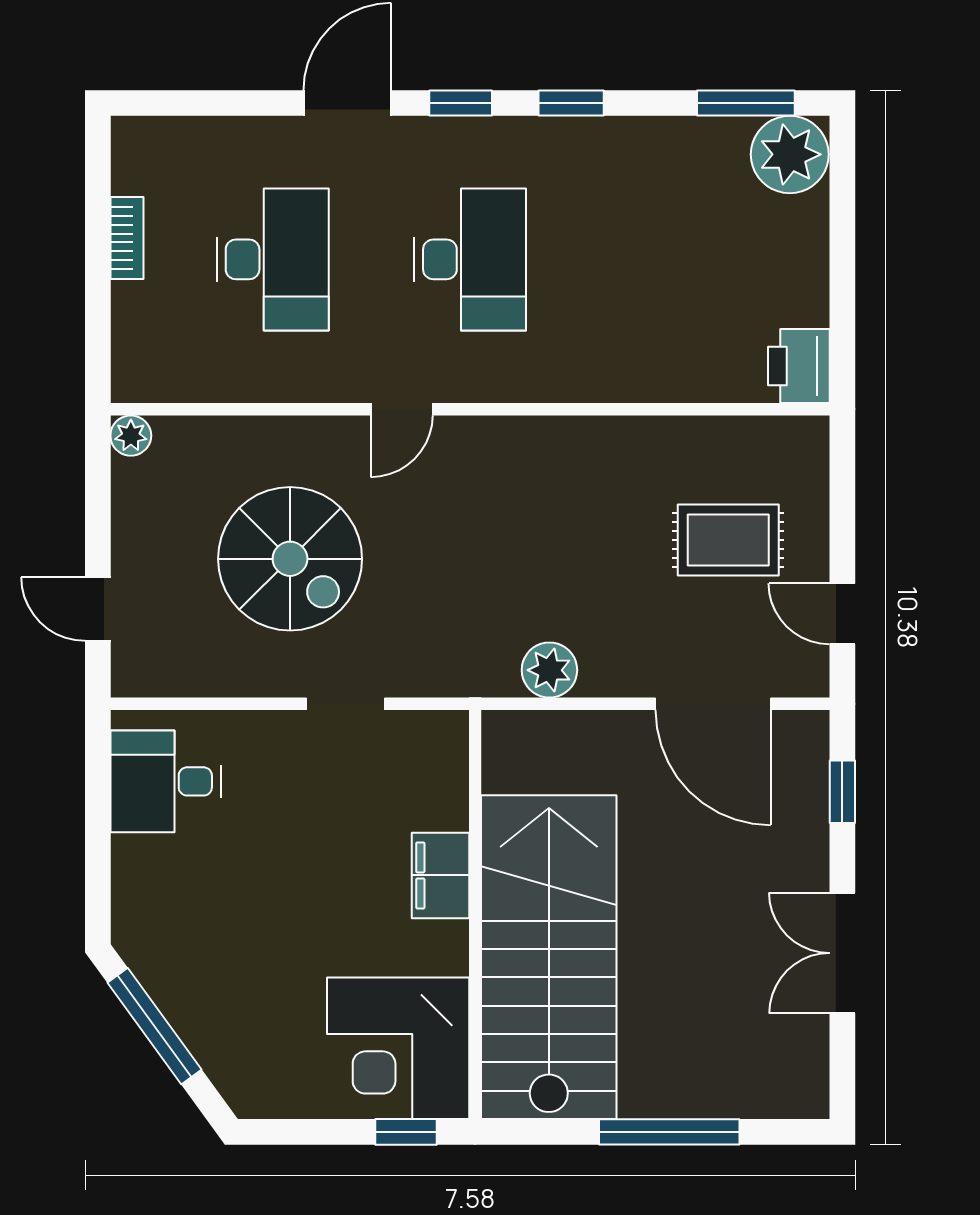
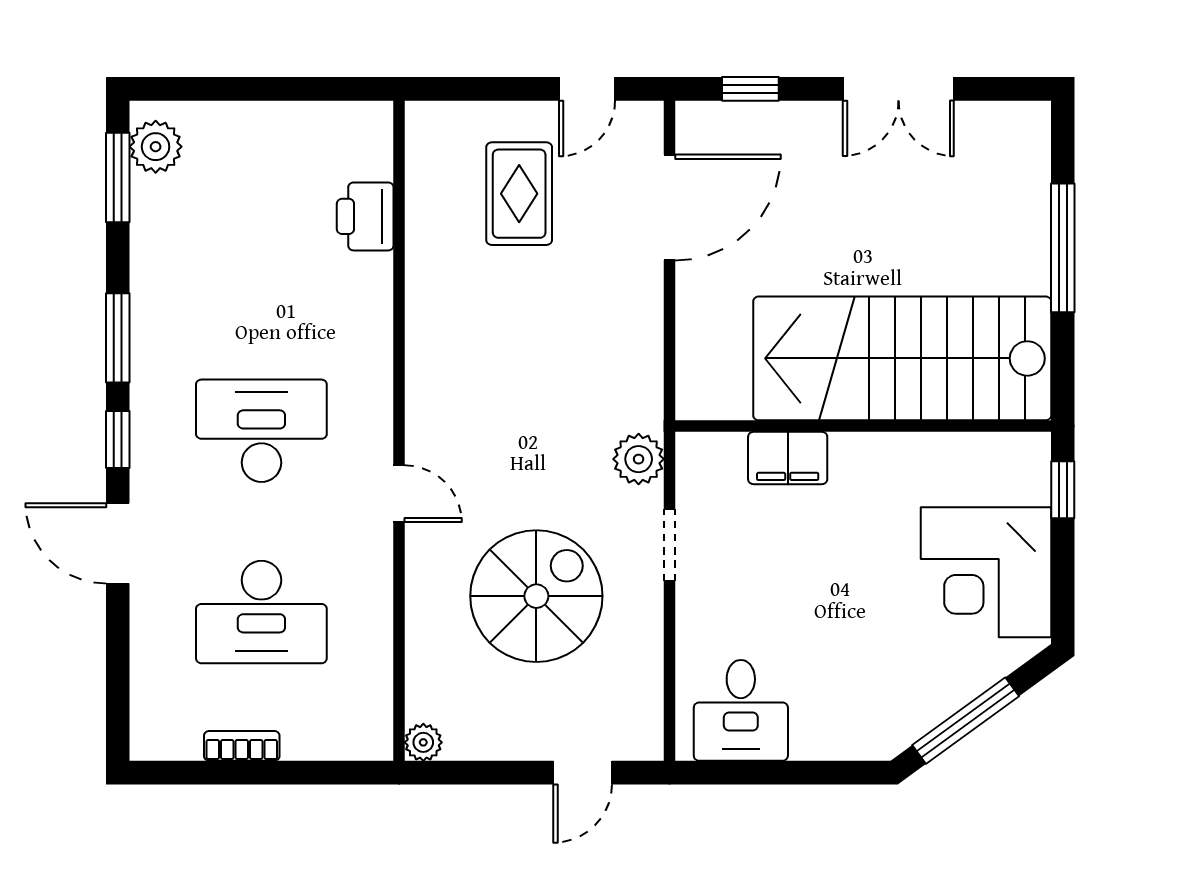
window: (571, 103) -> (118, 338), width x1.50
plant: (790, 154) -> (156, 147), width x0.73, depth x0.73
desk: (273, 259) -> (261, 612), turned 180
printer: (799, 366) -> (365, 216), moved, turned 90
plant: (549, 670) -> (639, 459), moved
filing cabinet: (440, 875) -> (788, 458), moved
corner desk: (398, 1048) -> (986, 572), moved, turned 90

